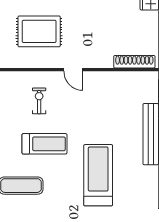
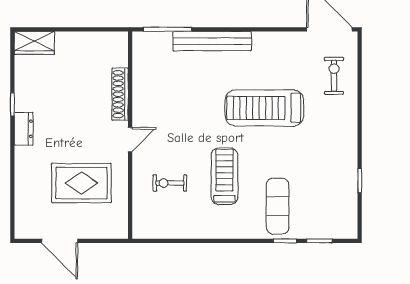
rug: (39, 31) -> (81, 183), turned 90
shoe rack: (134, 62) -> (120, 94), moved

